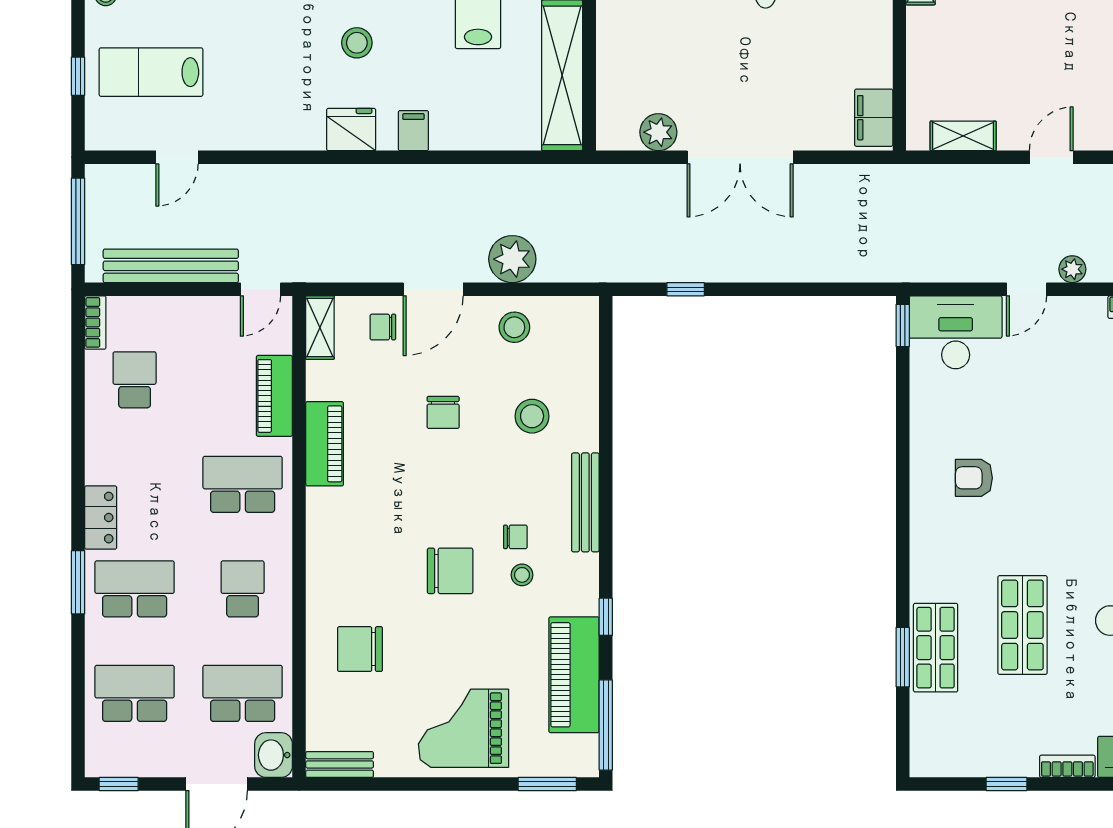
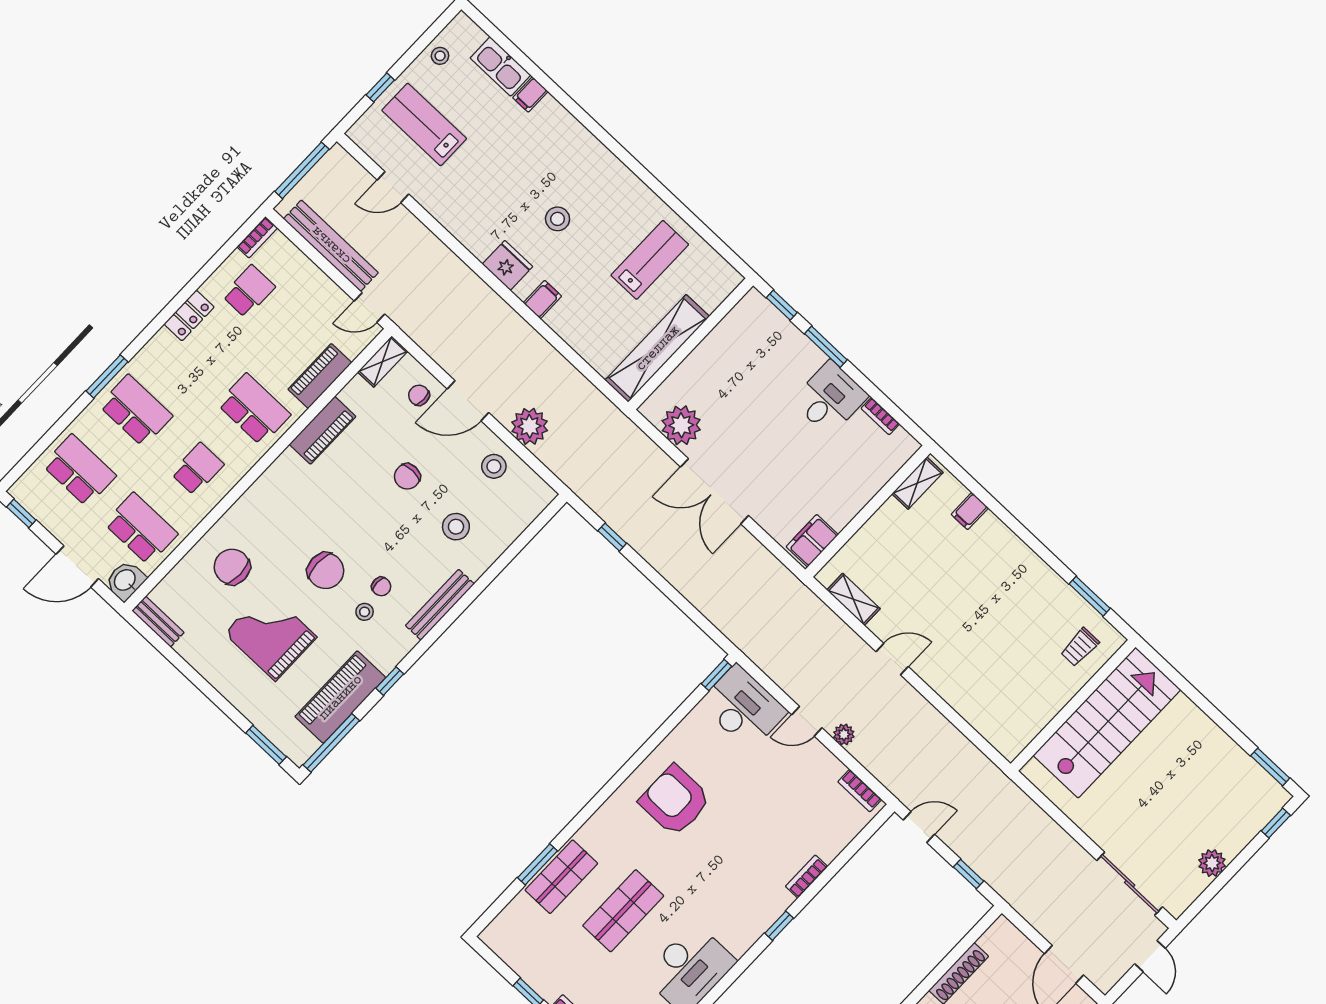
plant: (658, 132) -> (681, 425), width x1.36, depth x1.36
armchair: (974, 478) -> (675, 800), width x1.88, depth x1.88
locker: (101, 518) -> (189, 316), moved
grand piano: (463, 728) -> (271, 635), moved

